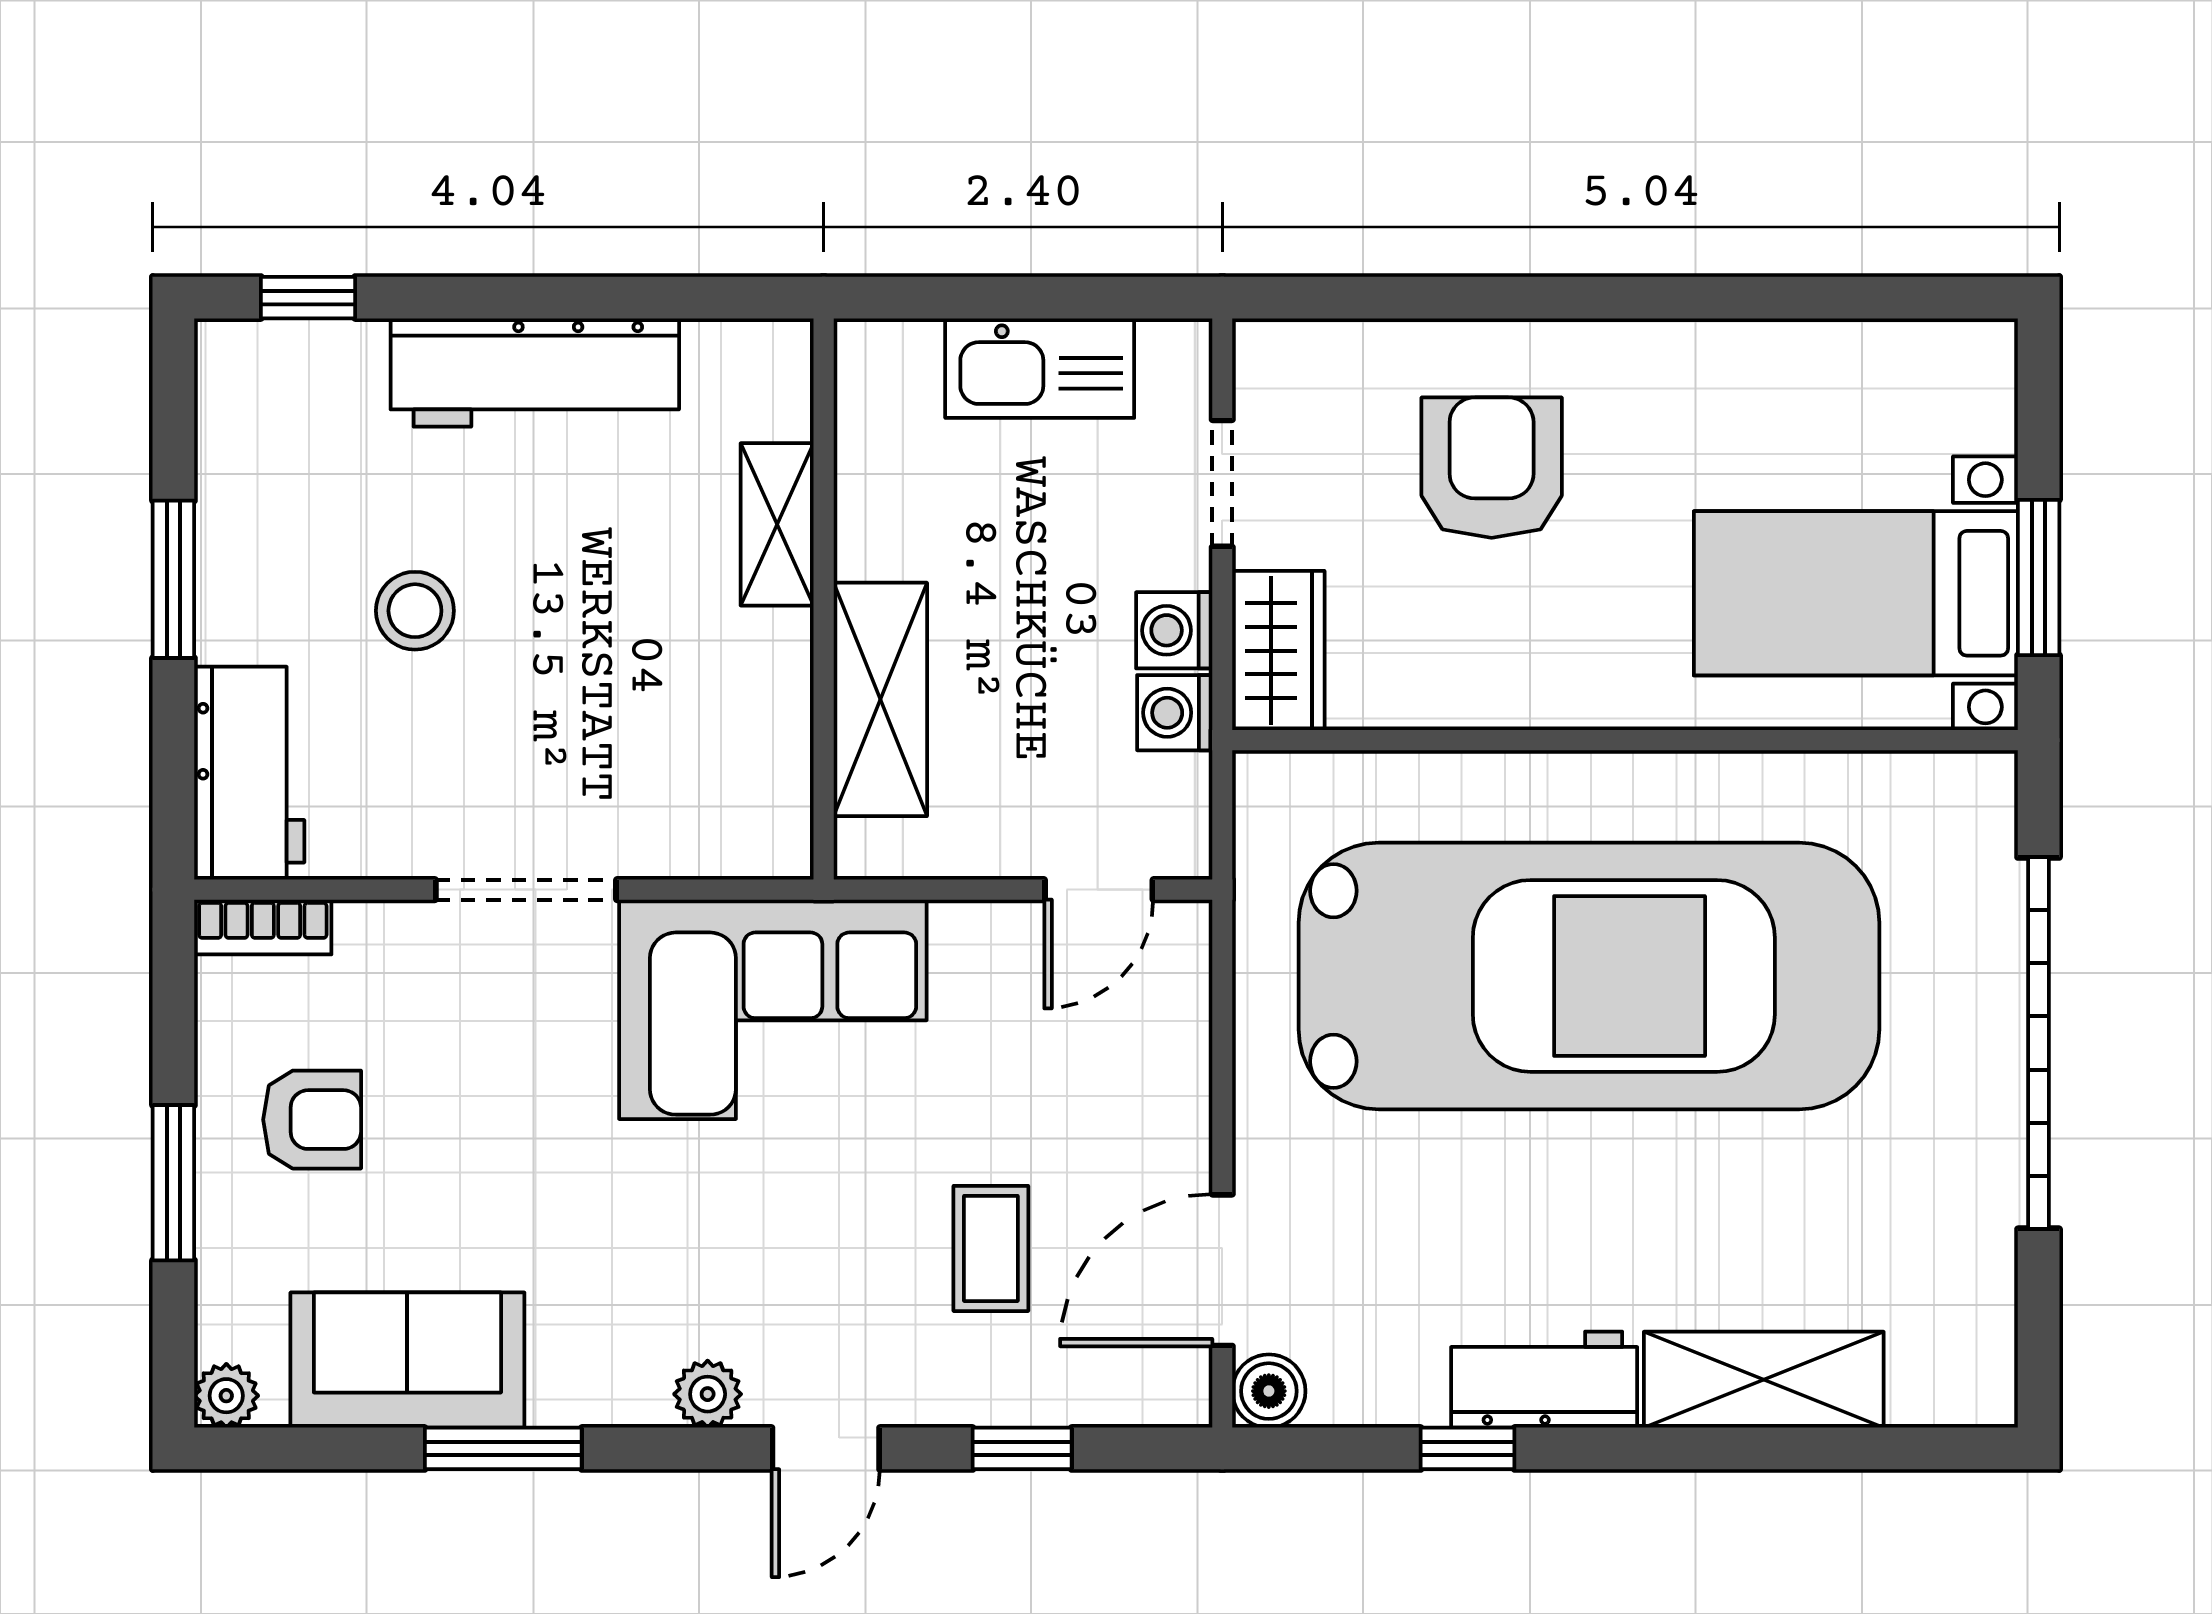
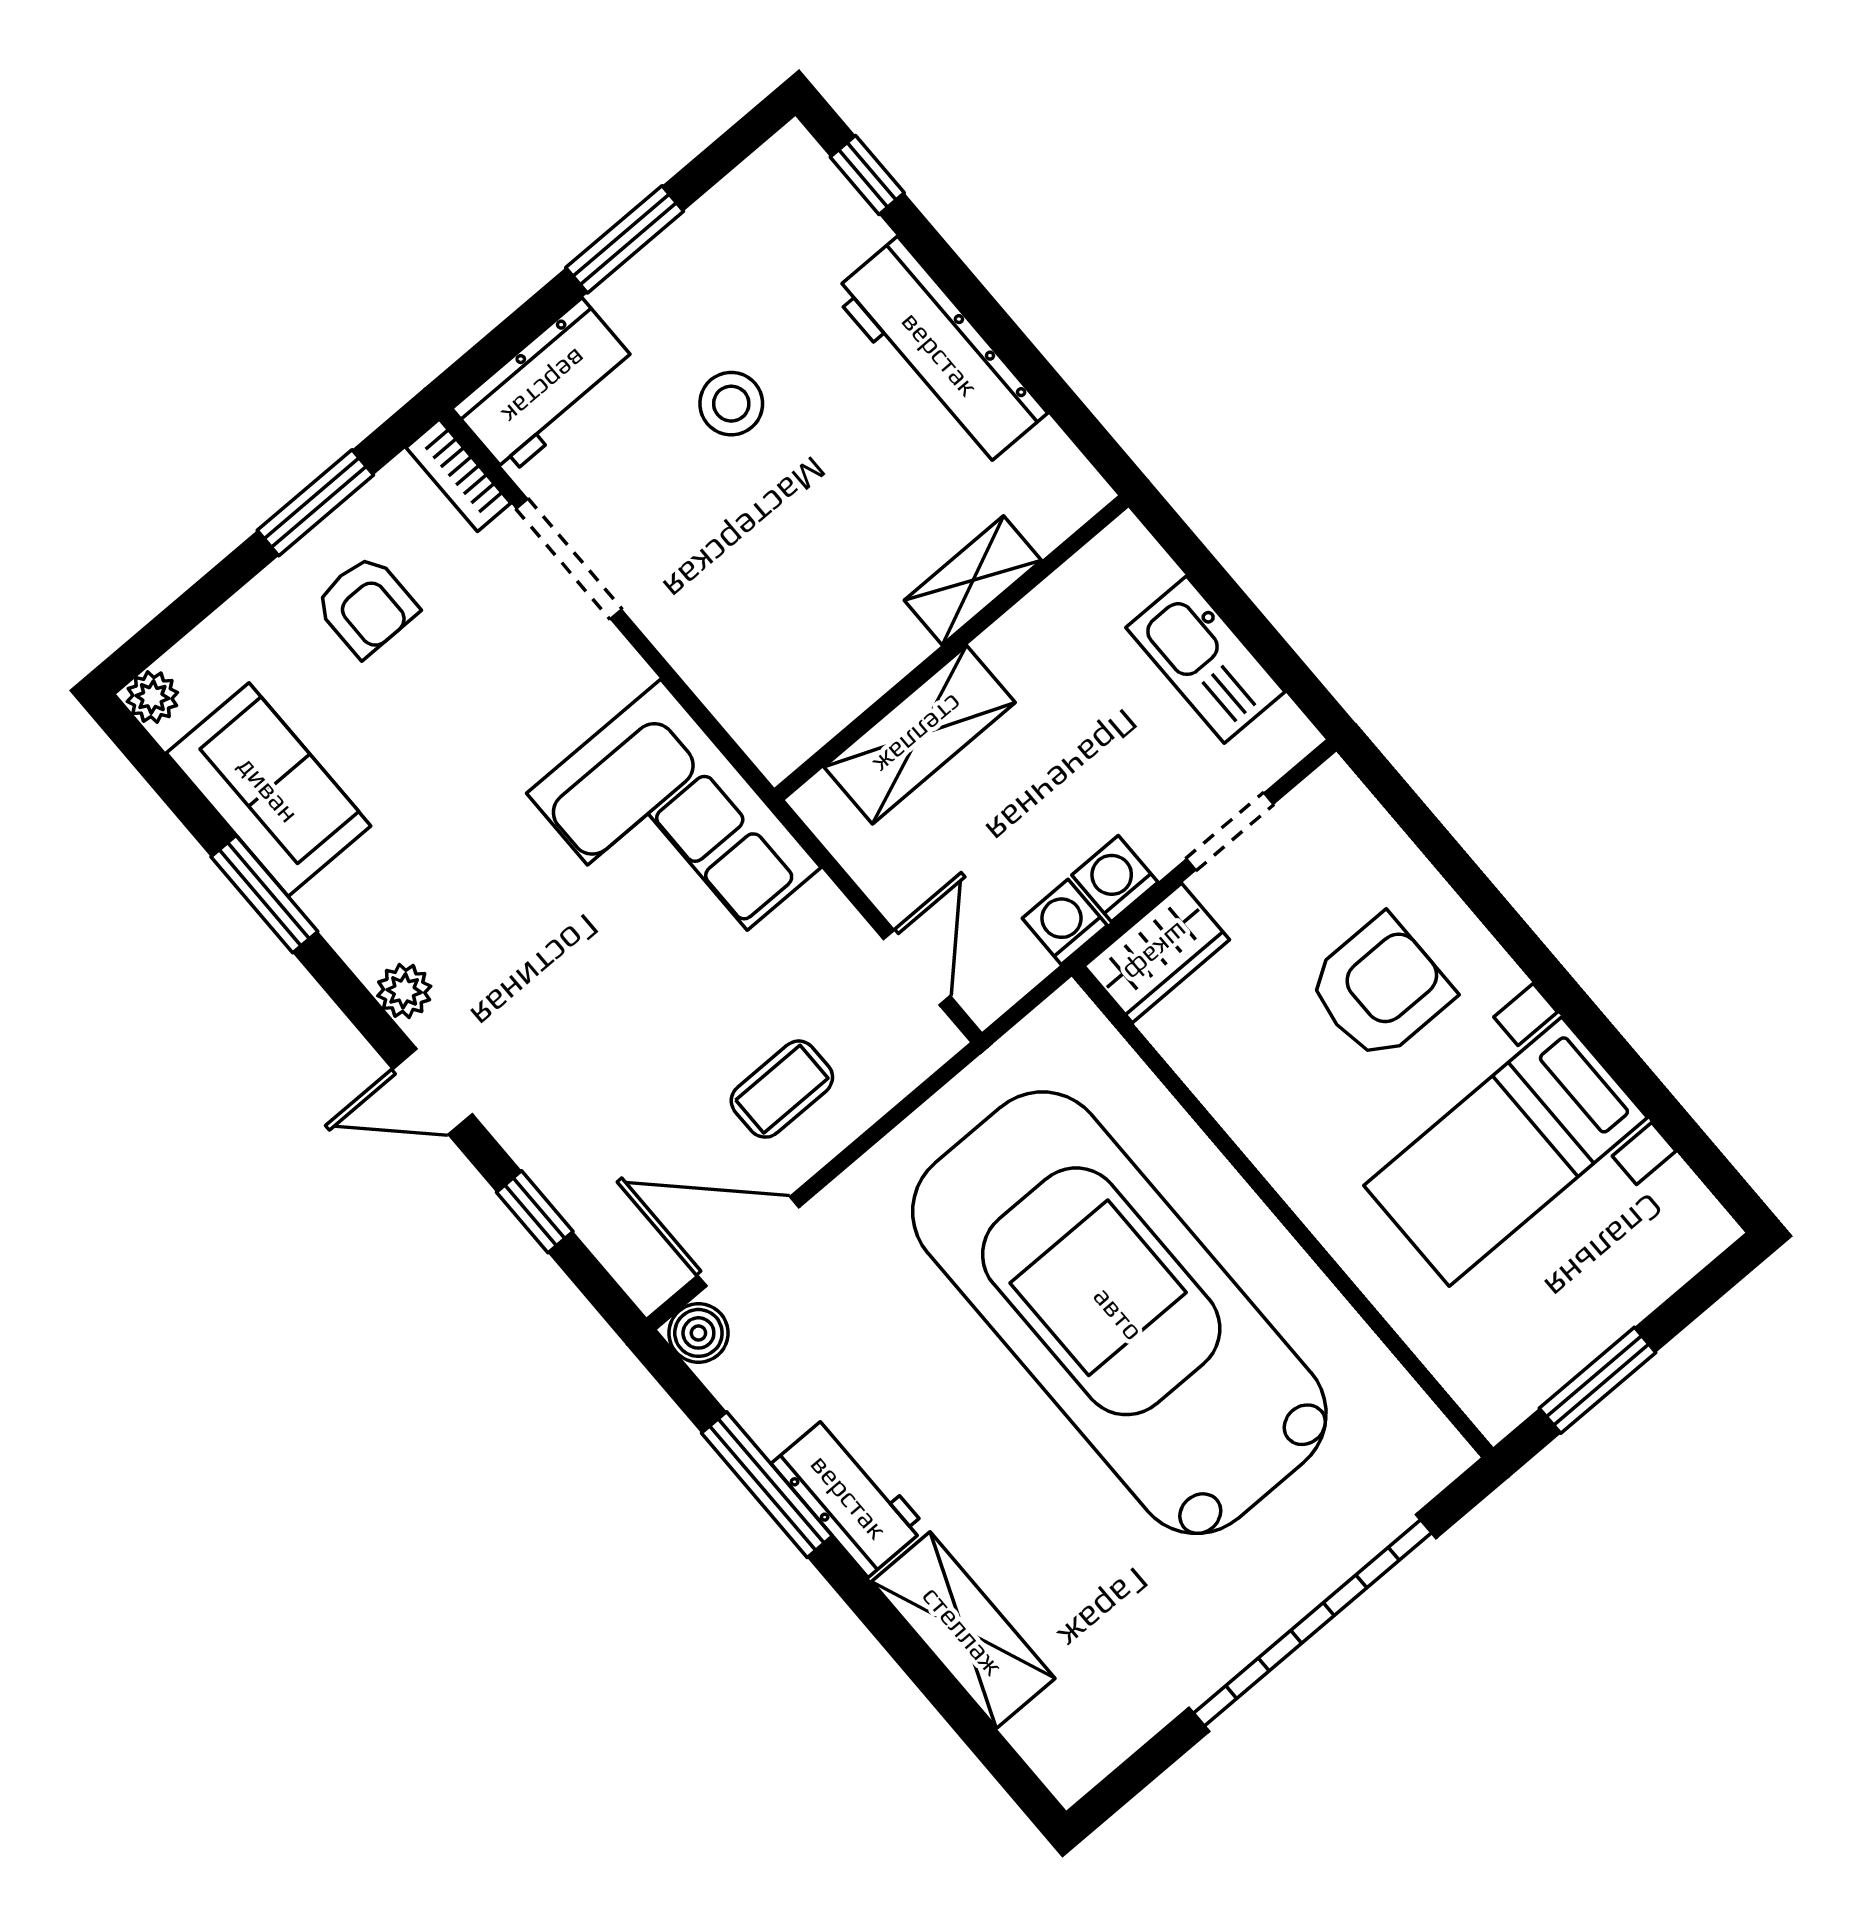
bed with nightstands: (1856, 593) -> (1506, 1152), moved, turned -90
doorway: (526, 890) -> (569, 559), moved
door: (1099, 890) -> (917, 968), swing flipped
car: (1589, 976) -> (1119, 1313), turned 180
window: (173, 1183) -> (315, 503), moved
coffee table: (991, 1248) -> (782, 1089), moved
window: (1468, 1448) -> (767, 1485), width x2.17

